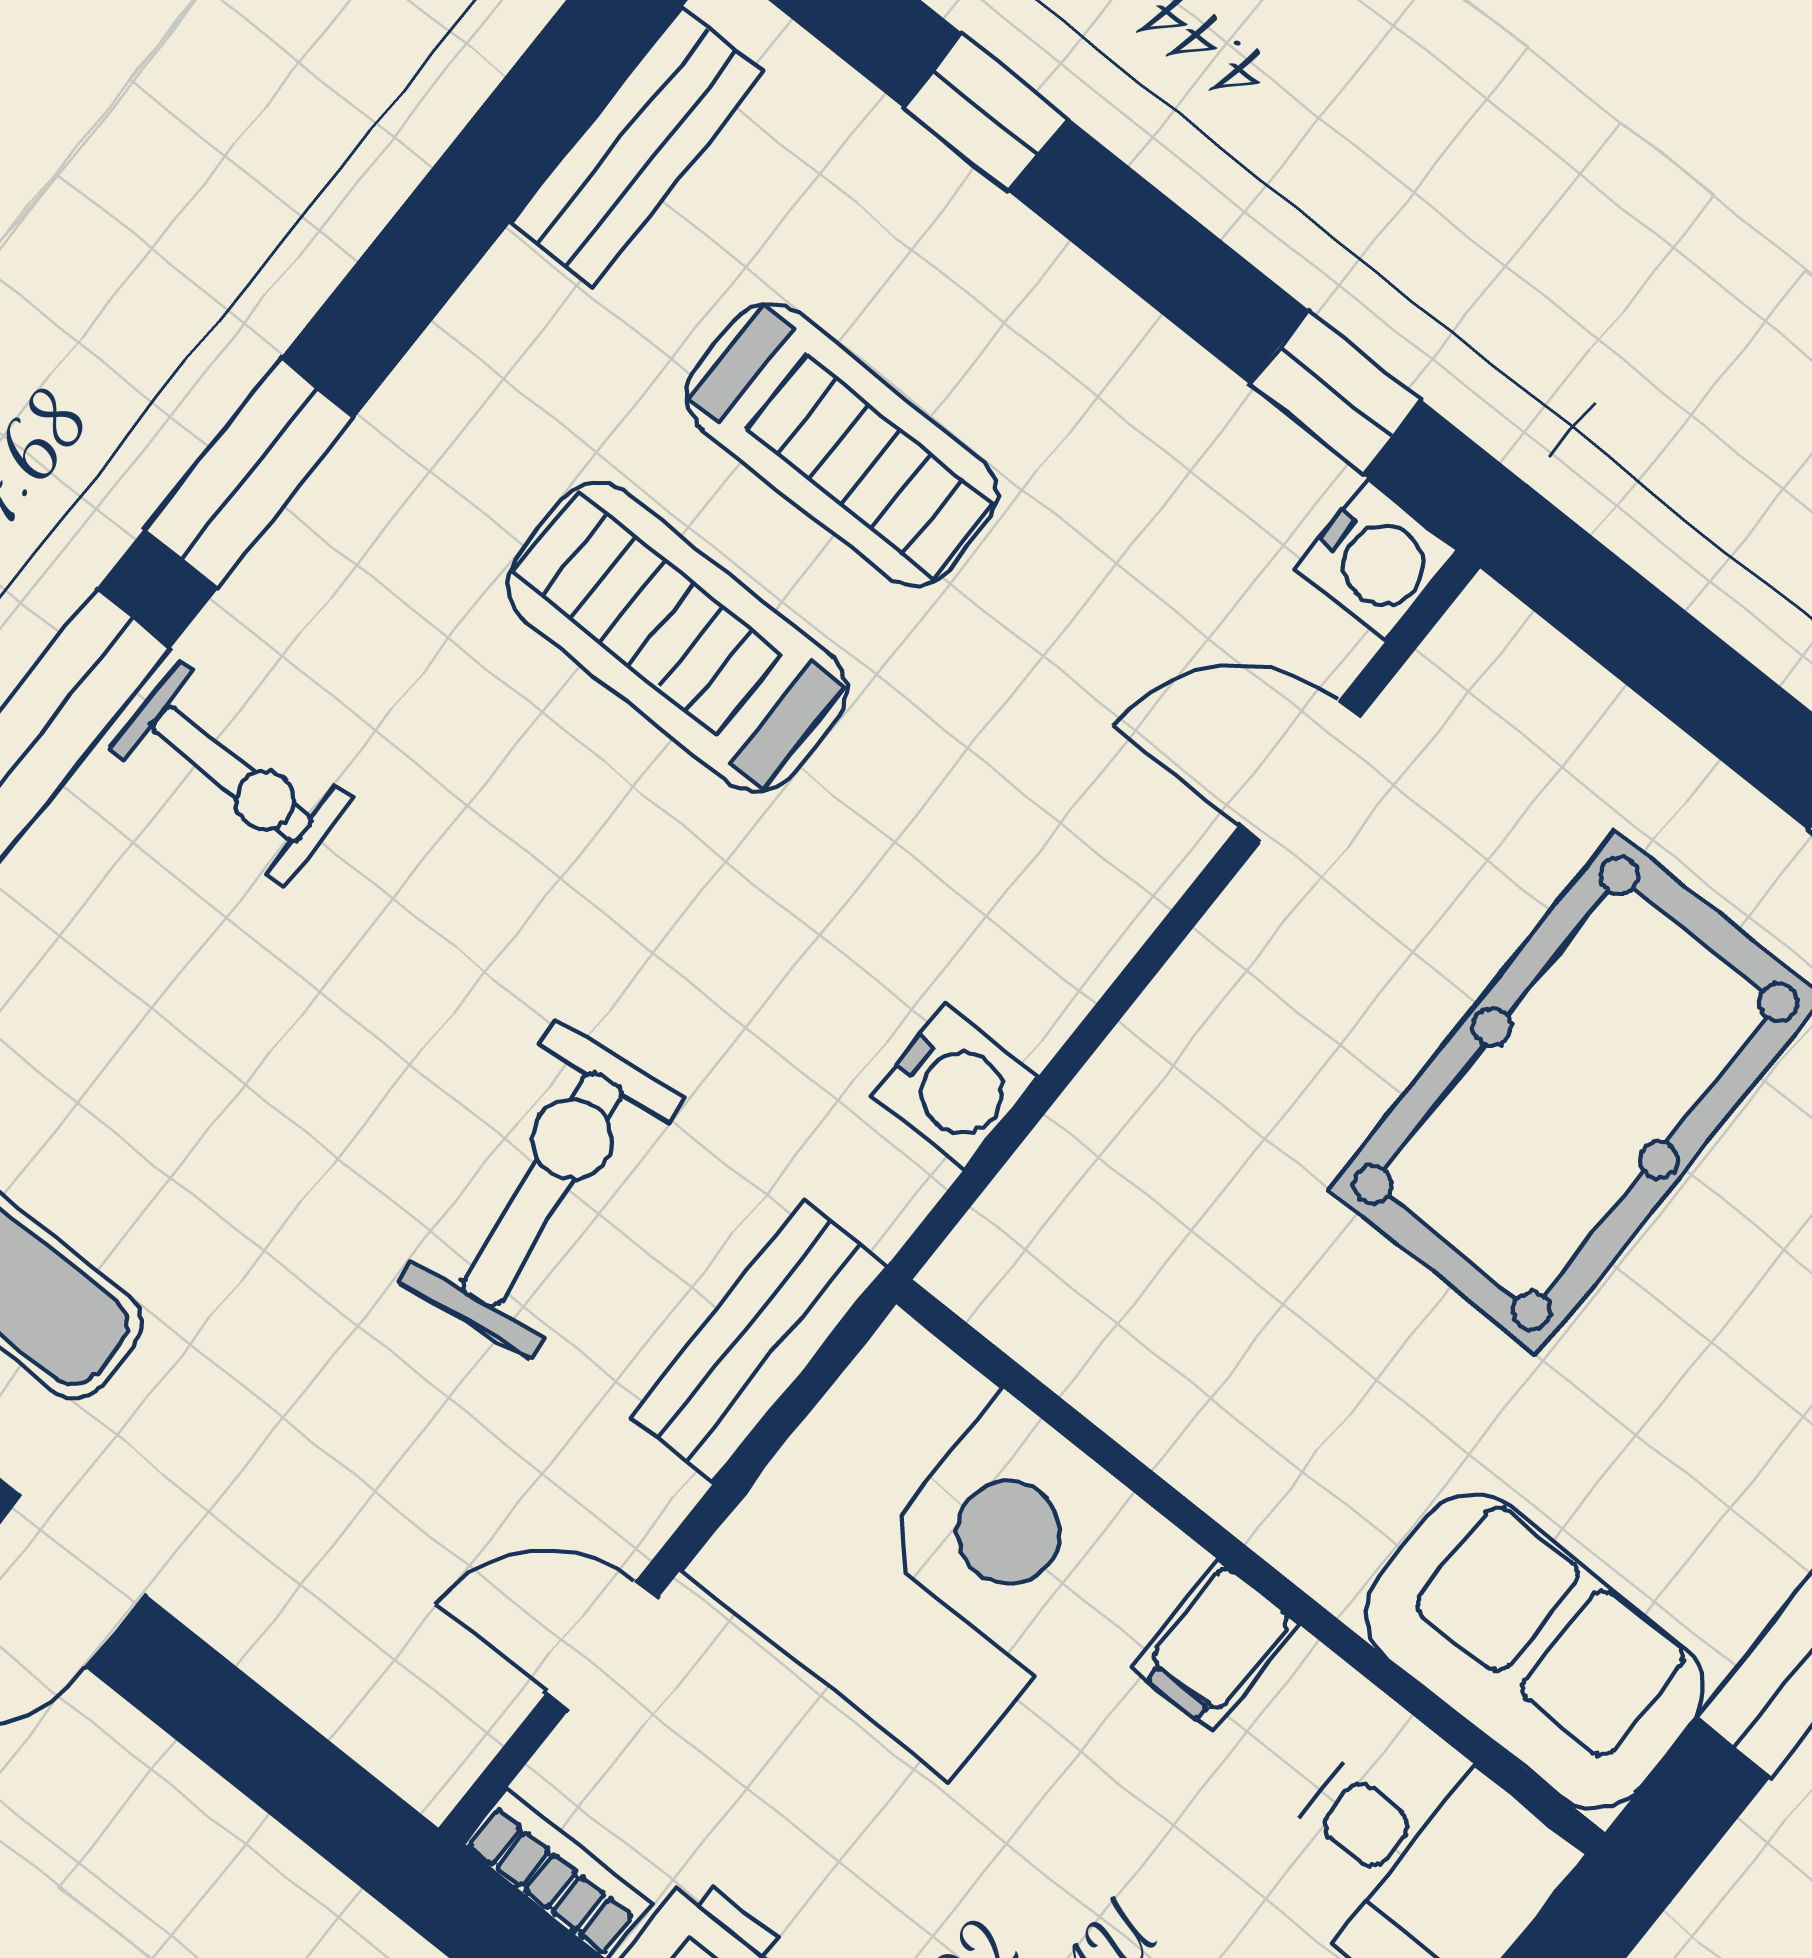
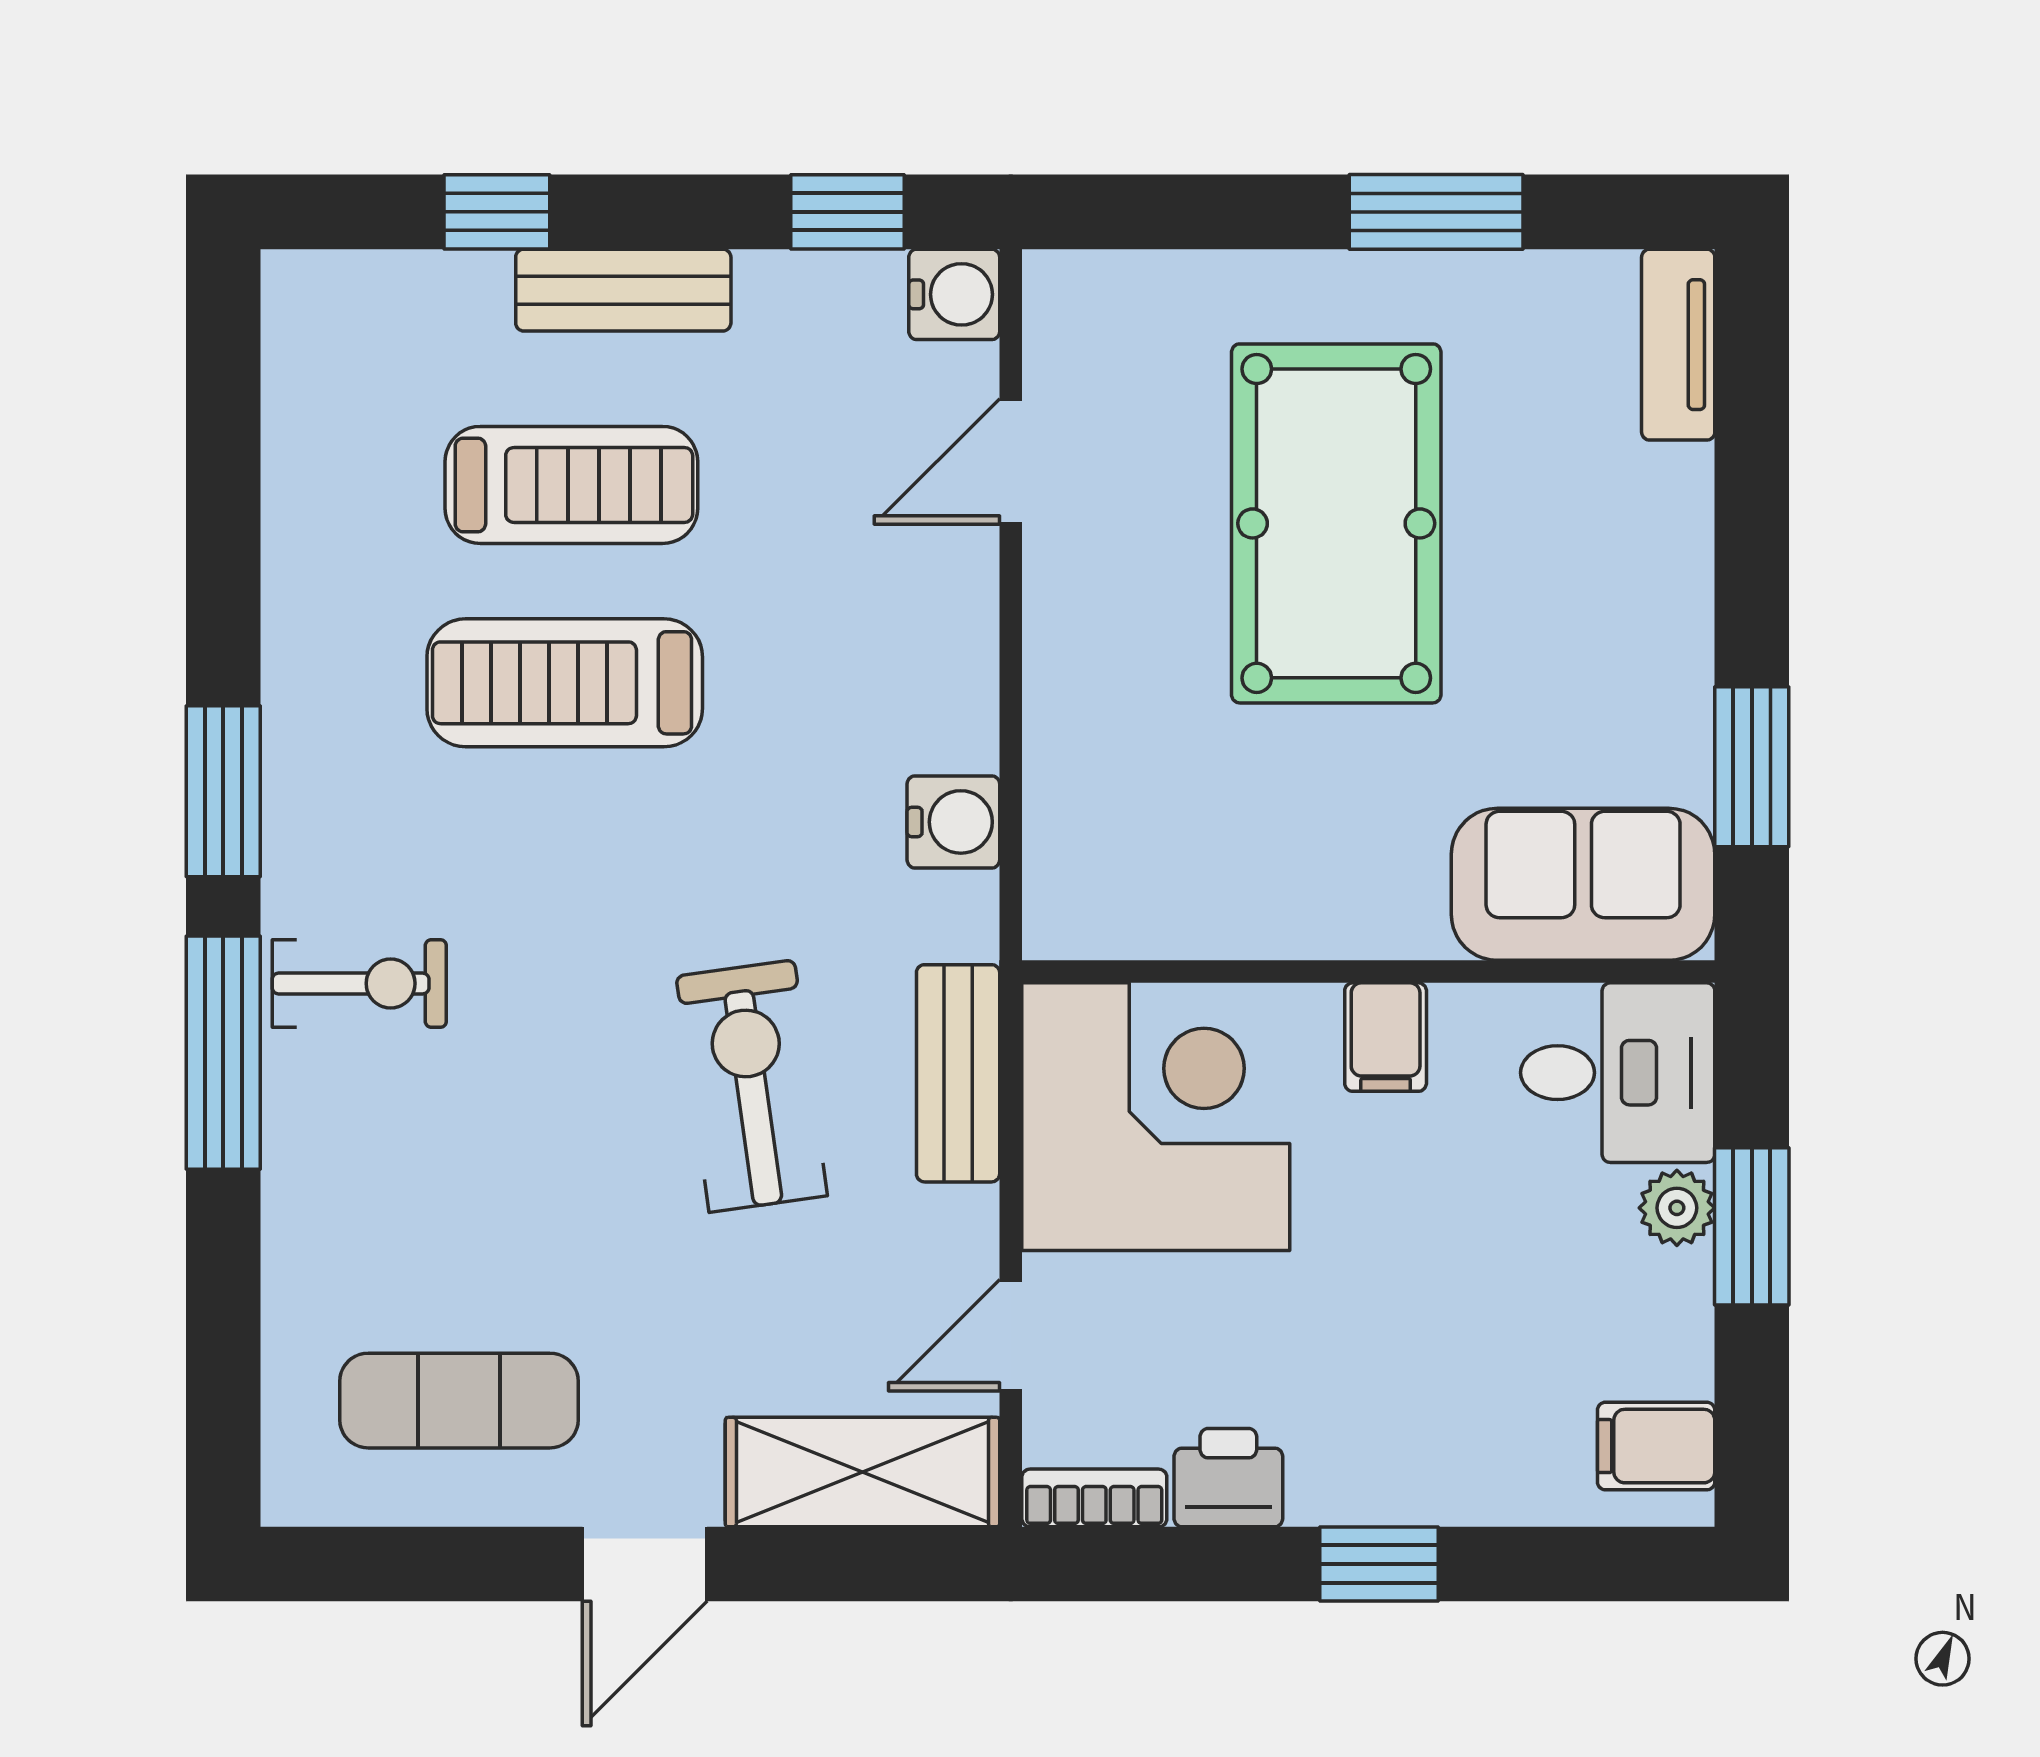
bench: (637, 147) -> (623, 290), moved, turned 90
shelving: (345, 1664) -> (862, 1472), added

